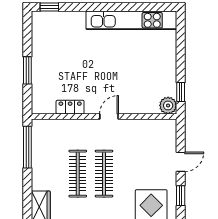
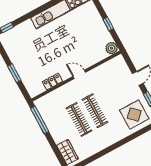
window: (181, 92) -> (108, 24), moved
door: (109, 117) -> (79, 74), hinge flipped

